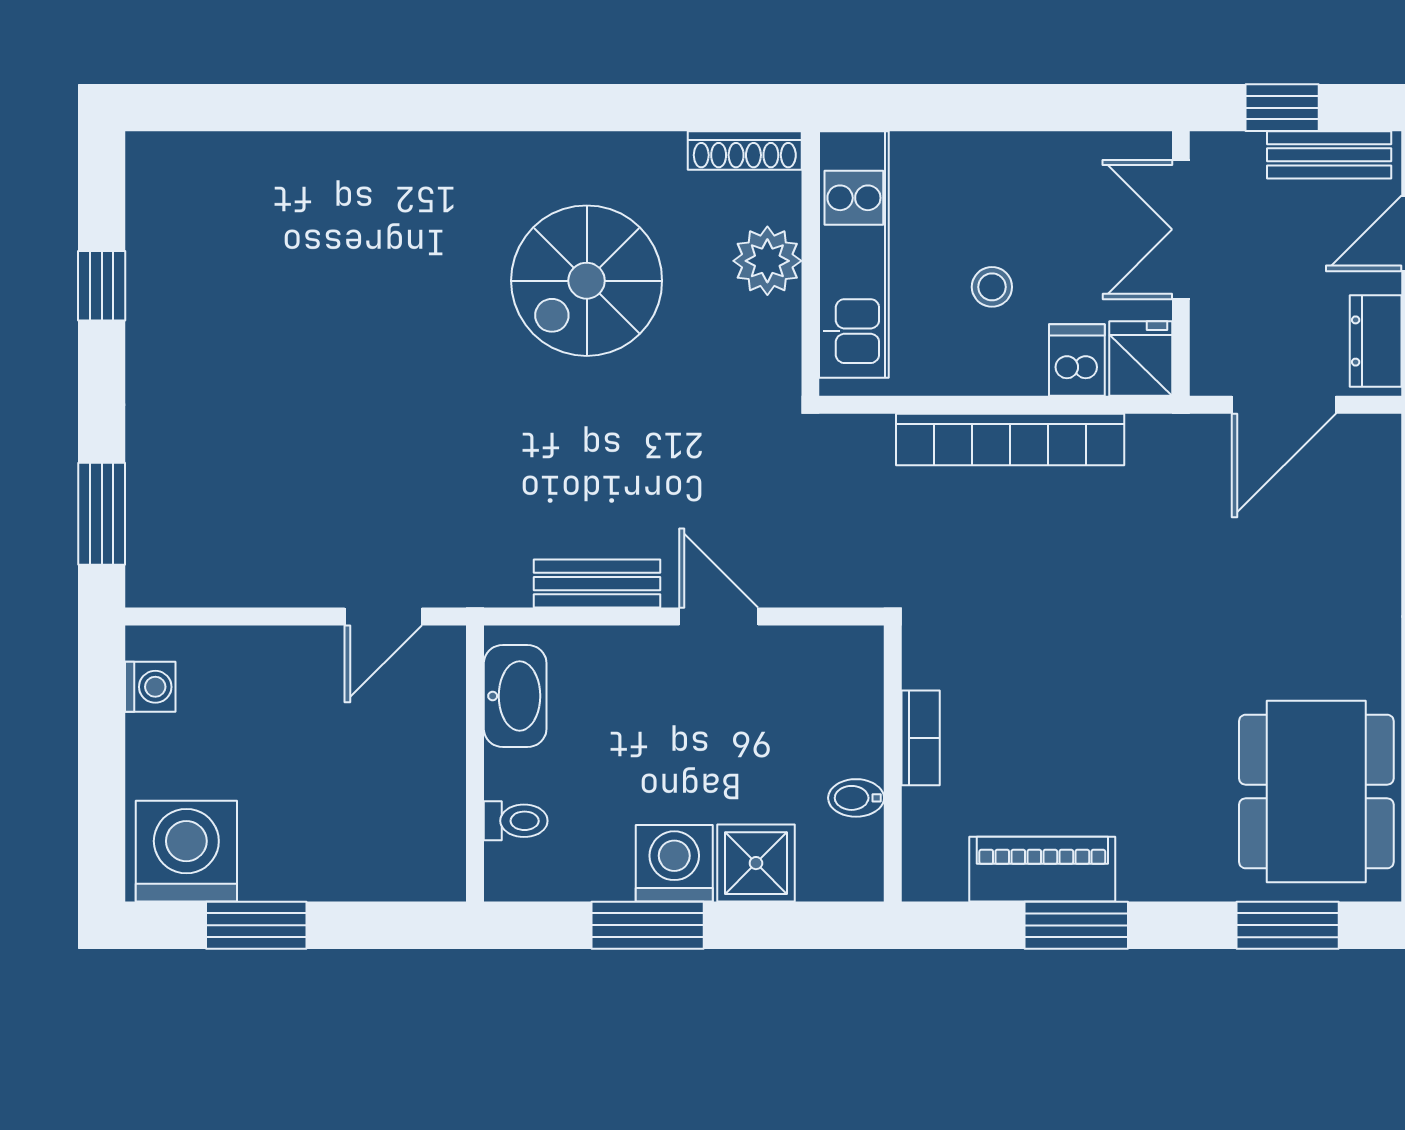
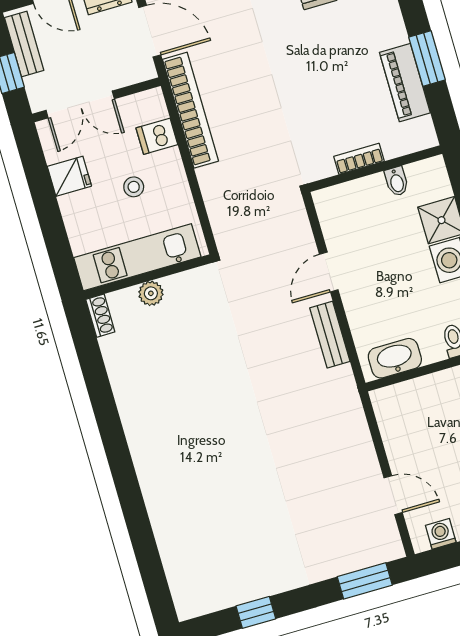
shoe rack: (745, 150) -> (100, 316), width x0.70
plant: (767, 261) -> (151, 293), width x0.73, depth x0.73
spiral stairs: (587, 281) -> (187, 381), removed
fridge: (1141, 358) -> (69, 176), moved, turned 180
bookcase: (1010, 439) -> (190, 110), moved
door: (383, 616) -> (393, 495), moved

